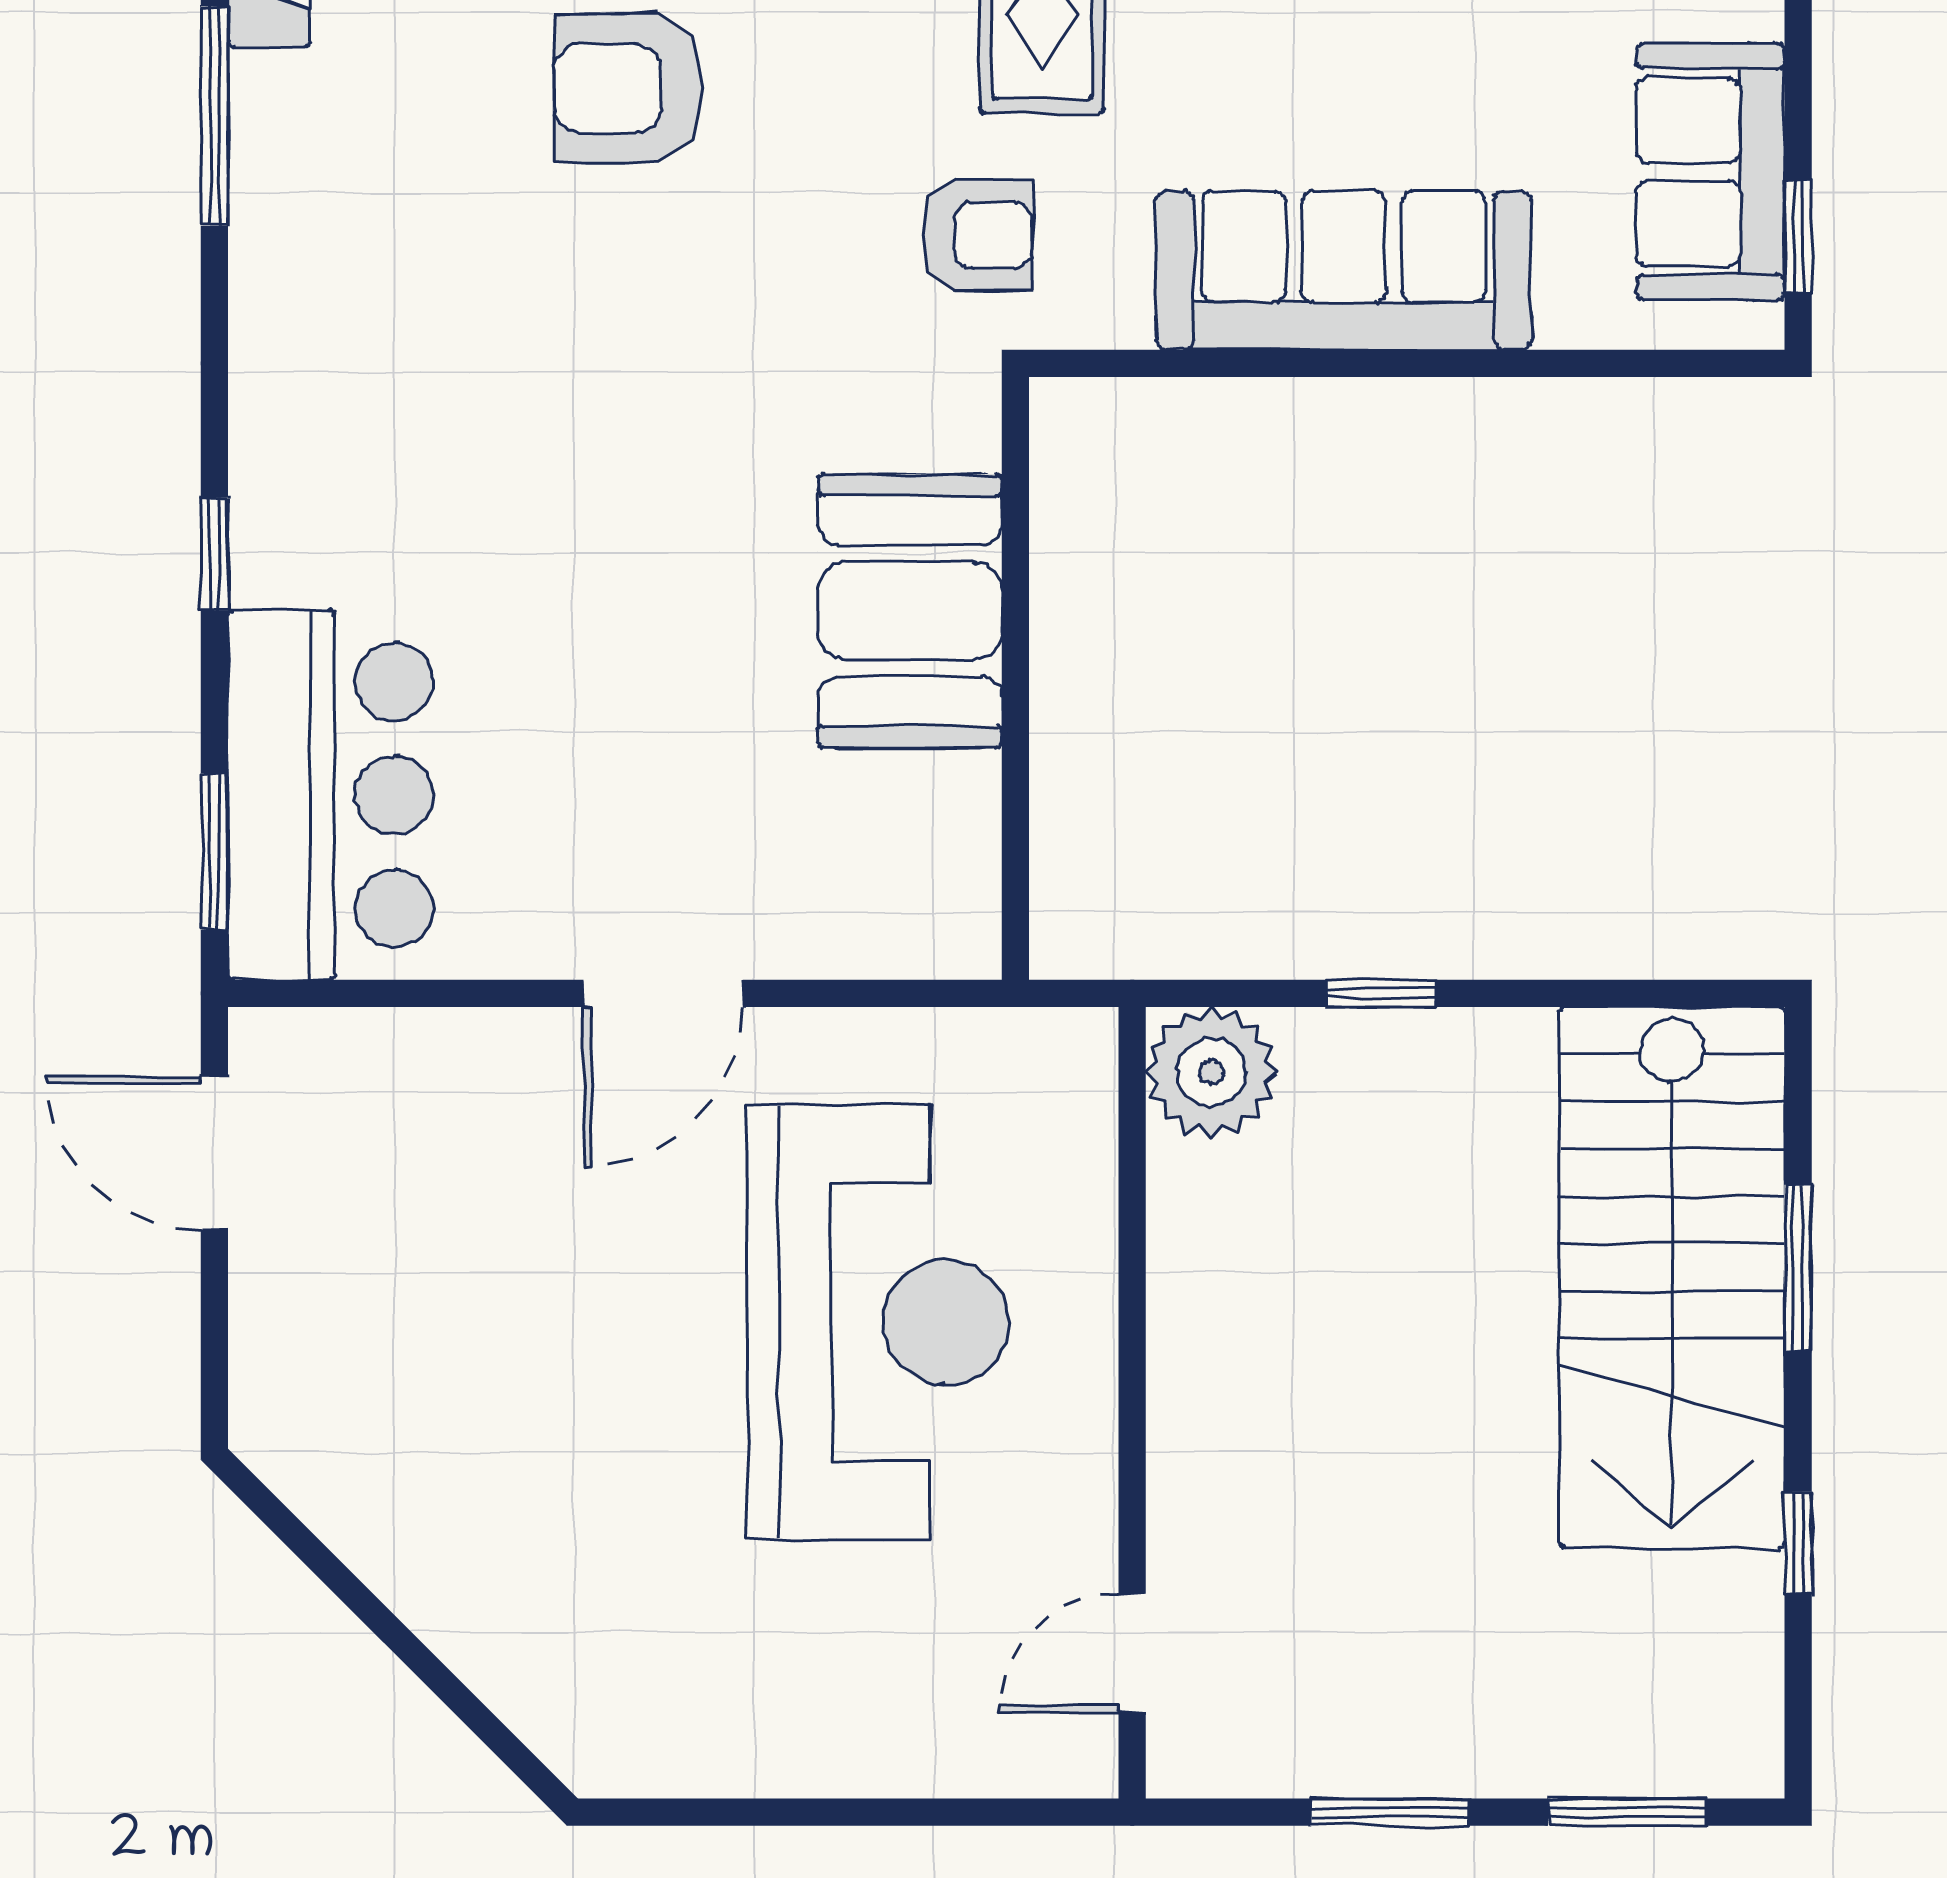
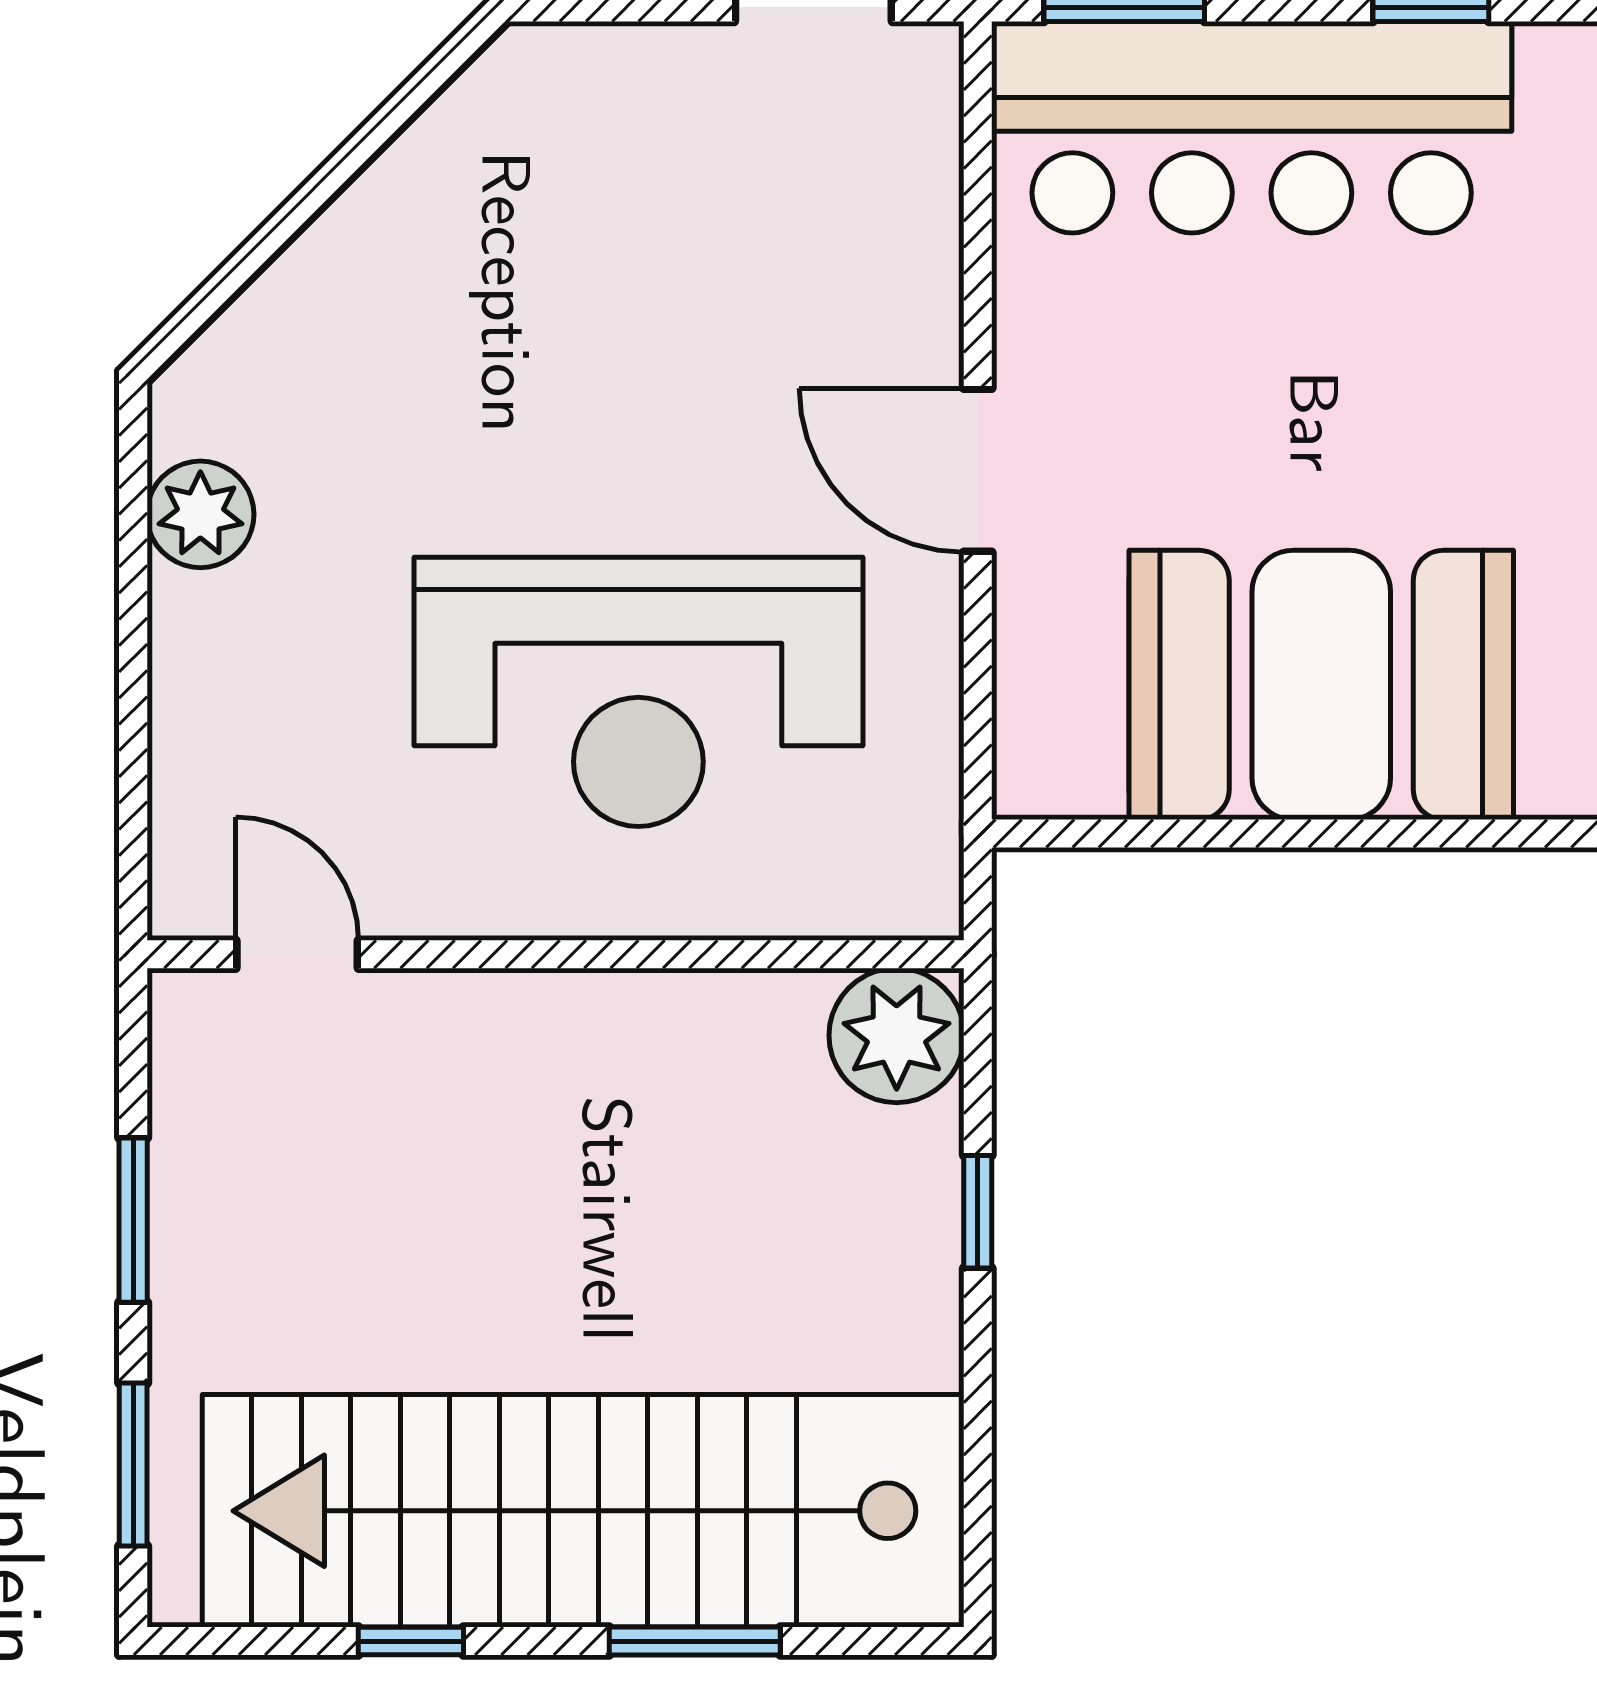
booth: (910, 611) -> (1321, 685), width x1.36, depth x1.42
bar counter: (331, 795) -> (1252, 127), width x1.36
stairs: (1672, 1278) -> (583, 1511), width x1.36
plant: (706, 1747) -> (200, 514), added

